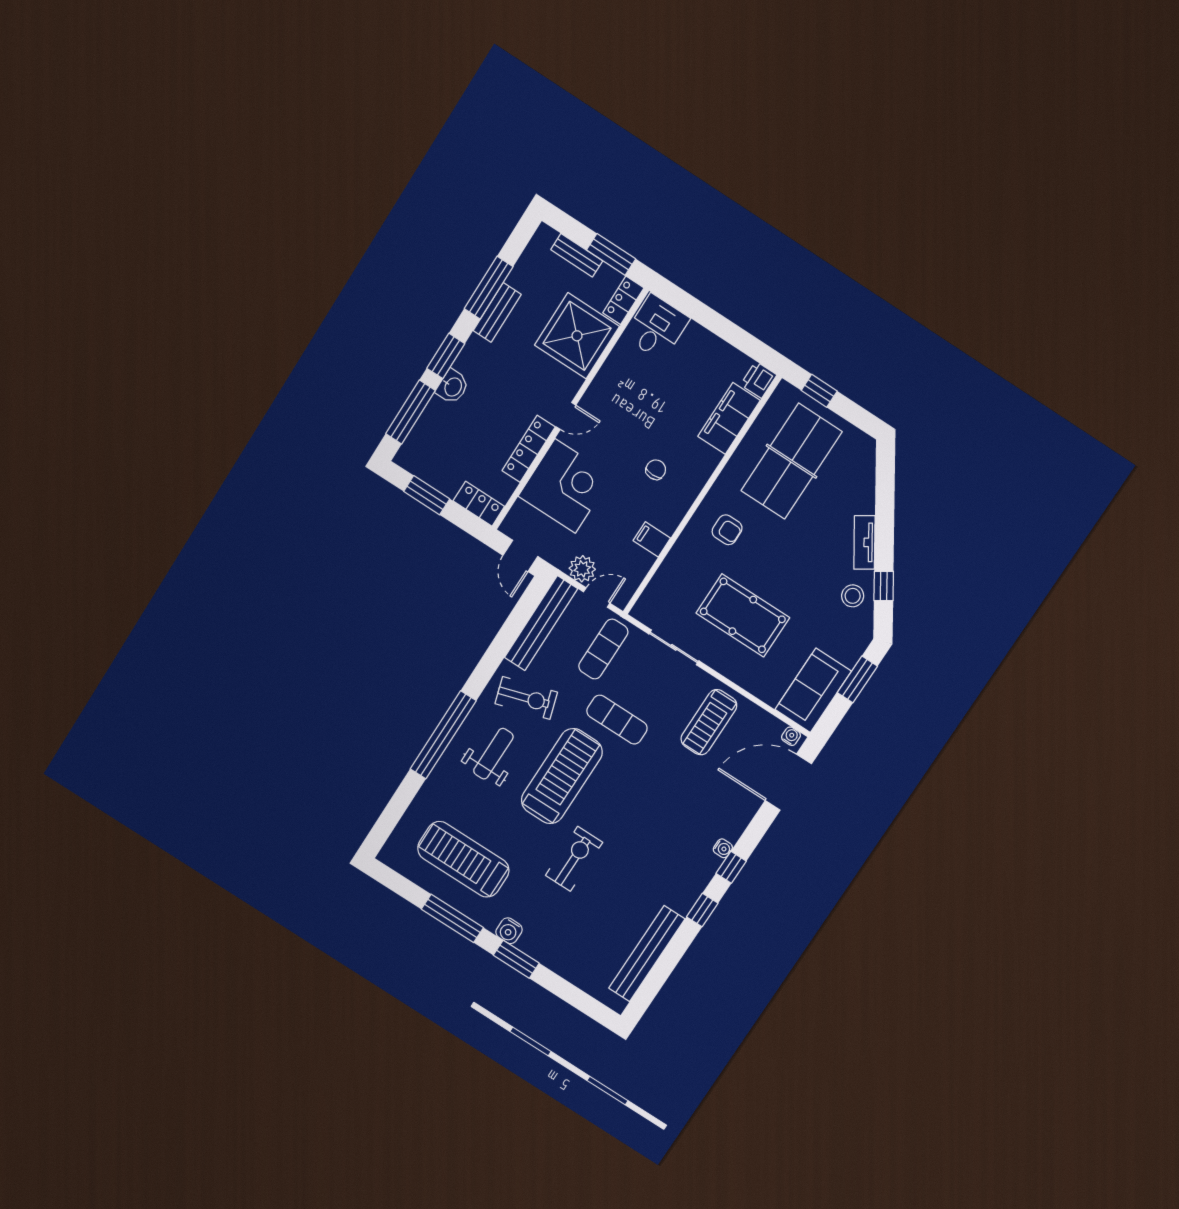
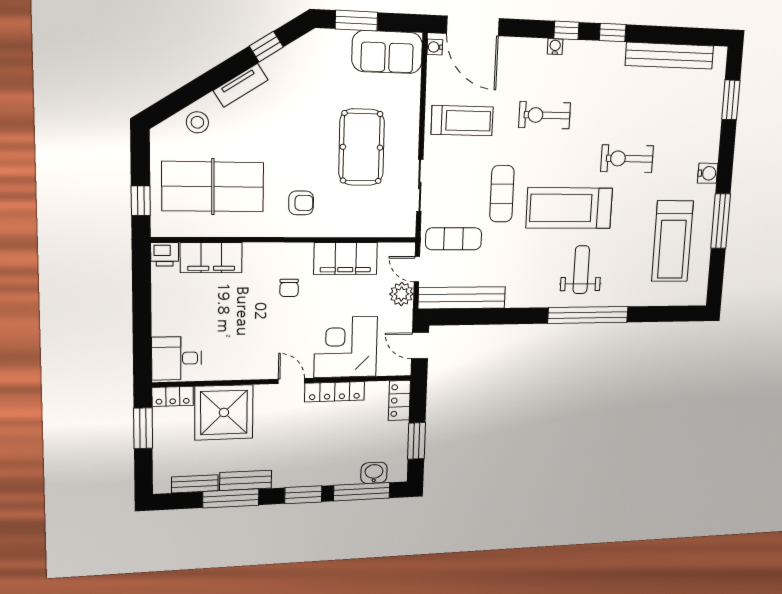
bench: (577, 255) -> (195, 484), moved, turned 90
washbasin: (453, 387) -> (374, 473), moved
chair: (656, 470) -> (289, 288), turned -90
armchair: (727, 530) -> (301, 203), turned 90
filing cabinet: (652, 539) -> (346, 258), width x3.00, depth x1.17
door: (520, 556) -> (420, 346), swing flipped
stool: (853, 596) -> (197, 122), moved
exercise bike: (526, 698) -> (545, 115), moved, turned -73
weight bench: (493, 754) -> (581, 270), turned 90
window: (516, 959) -> (731, 100), moved

